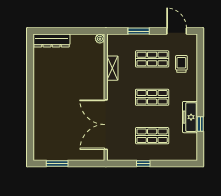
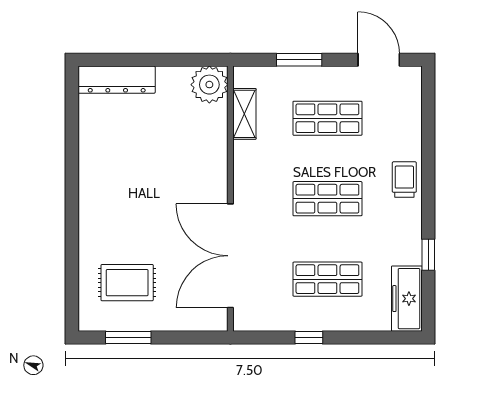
plant: (100, 39) -> (209, 85), width x1.88, depth x1.88
trolley: (181, 64) -> (404, 180), moved
shelving: (112, 68) -> (244, 114), moved
freezer: (190, 117) -> (407, 299), moved
rug: (57, 137) -> (127, 283), added

